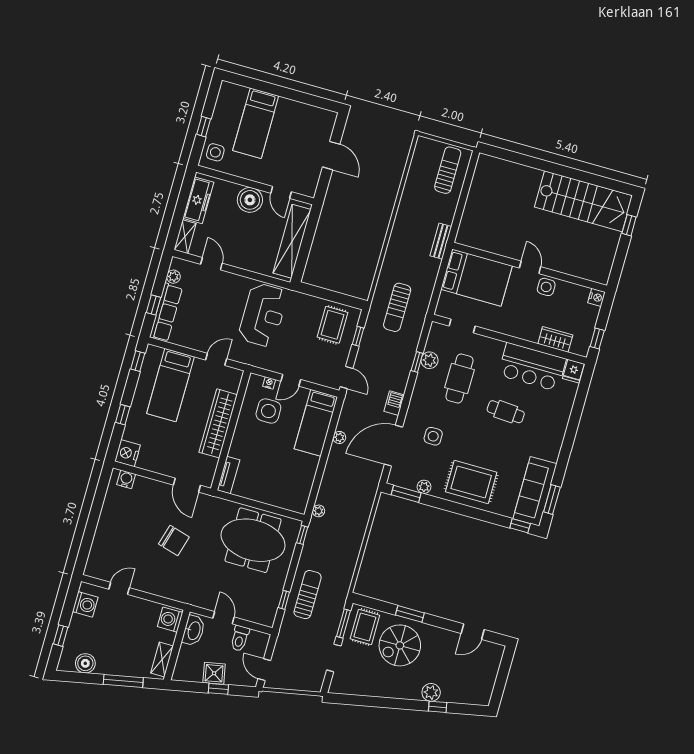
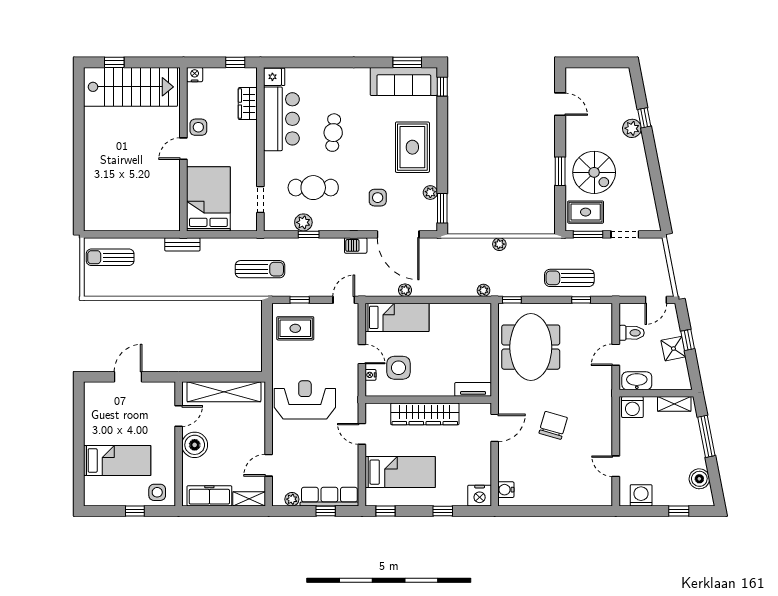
stairs: (583, 201) -> (131, 87), moved, turned 90
plant: (358, 538) -> (499, 244), added

